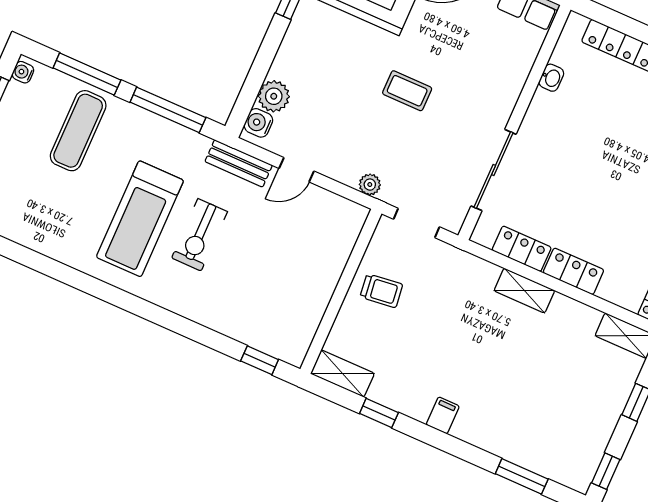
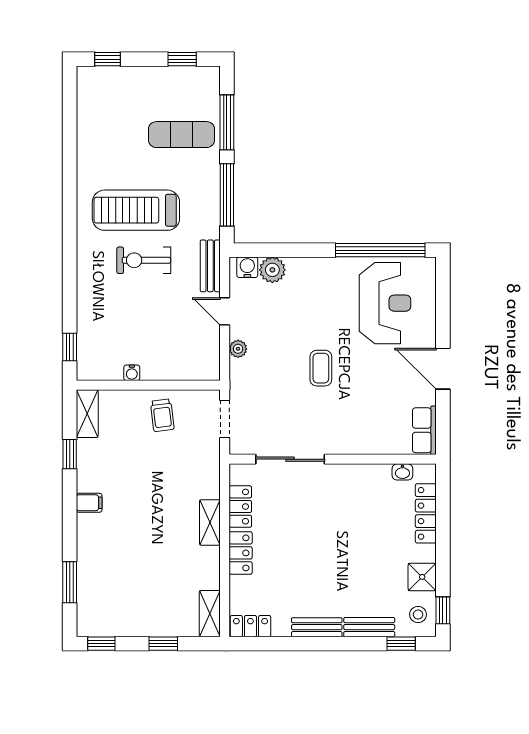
water cooler: (23, 72) -> (132, 373), moved, turned 180
washbasin: (551, 78) -> (402, 472), moved
plant: (370, 185) -> (238, 349), moved

